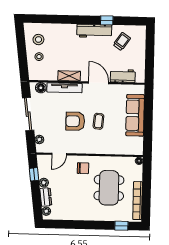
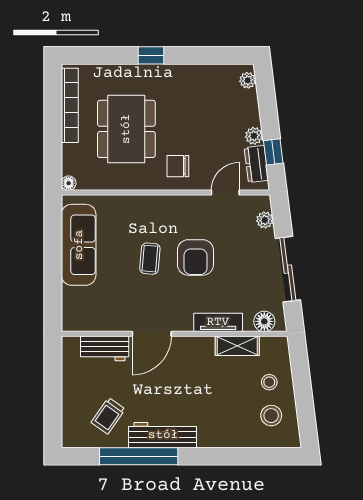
window: (107, 20) -> (139, 456), width x3.17
shelving: (69, 76) -> (237, 346), moved
door: (99, 83) -> (152, 334), hinge flipped
tv unit: (64, 88) -> (218, 322), width x0.71
sofa: (135, 115) -> (79, 245), moved
armchair: (75, 121) -> (195, 257), turned 90
dresser: (46, 197) -> (256, 164), moved
window: (121, 226) -> (151, 55), moved

